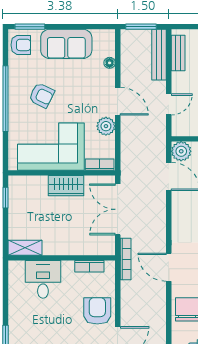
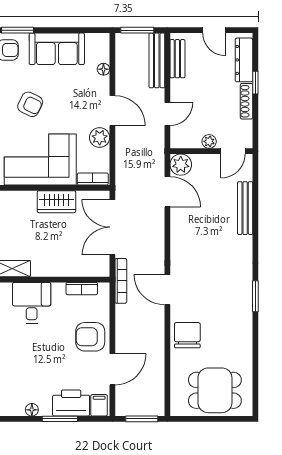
armchair: (97, 311) -> (90, 337), turned -90

